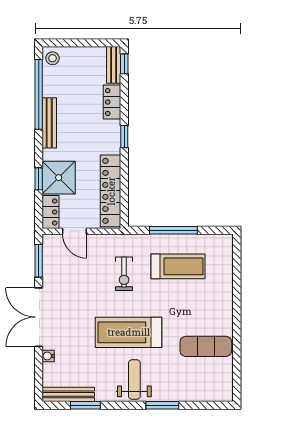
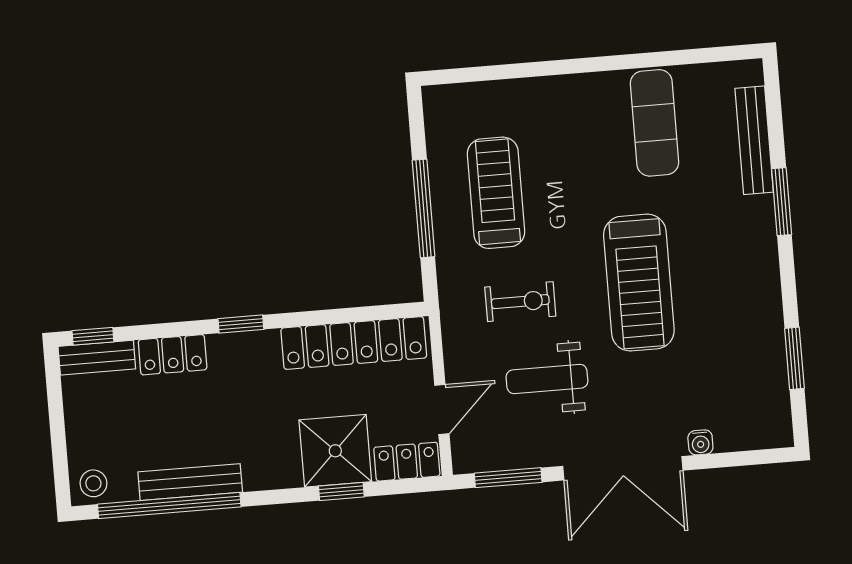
bench: (49, 123) -> (190, 482), moved
weight bench: (134, 380) -> (547, 379), moved
bench: (68, 394) -> (754, 140), moved

